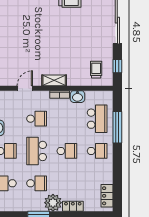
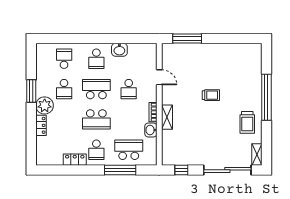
trolley: (96, 70) -> (211, 95), moved
shelving: (54, 80) -> (167, 117), moved
school desk: (97, 119) -> (129, 150), turned 180
school desk: (67, 151) -> (96, 119), width x1.85
locker: (107, 196) -> (75, 160), moved

